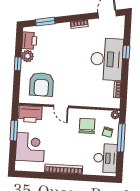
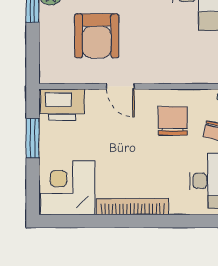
armchair: (41, 84) -> (97, 36), moved
corner desk: (30, 147) -> (68, 188), moved, turned -90

